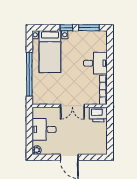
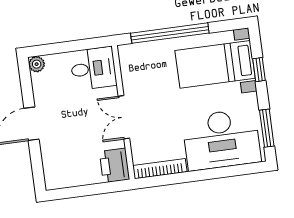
window: (66, 28) -> (259, 70), moved
desk: (95, 63) -> (221, 139), width x1.87, depth x1.30
desk: (44, 129) -> (93, 68), moved, turned 90

